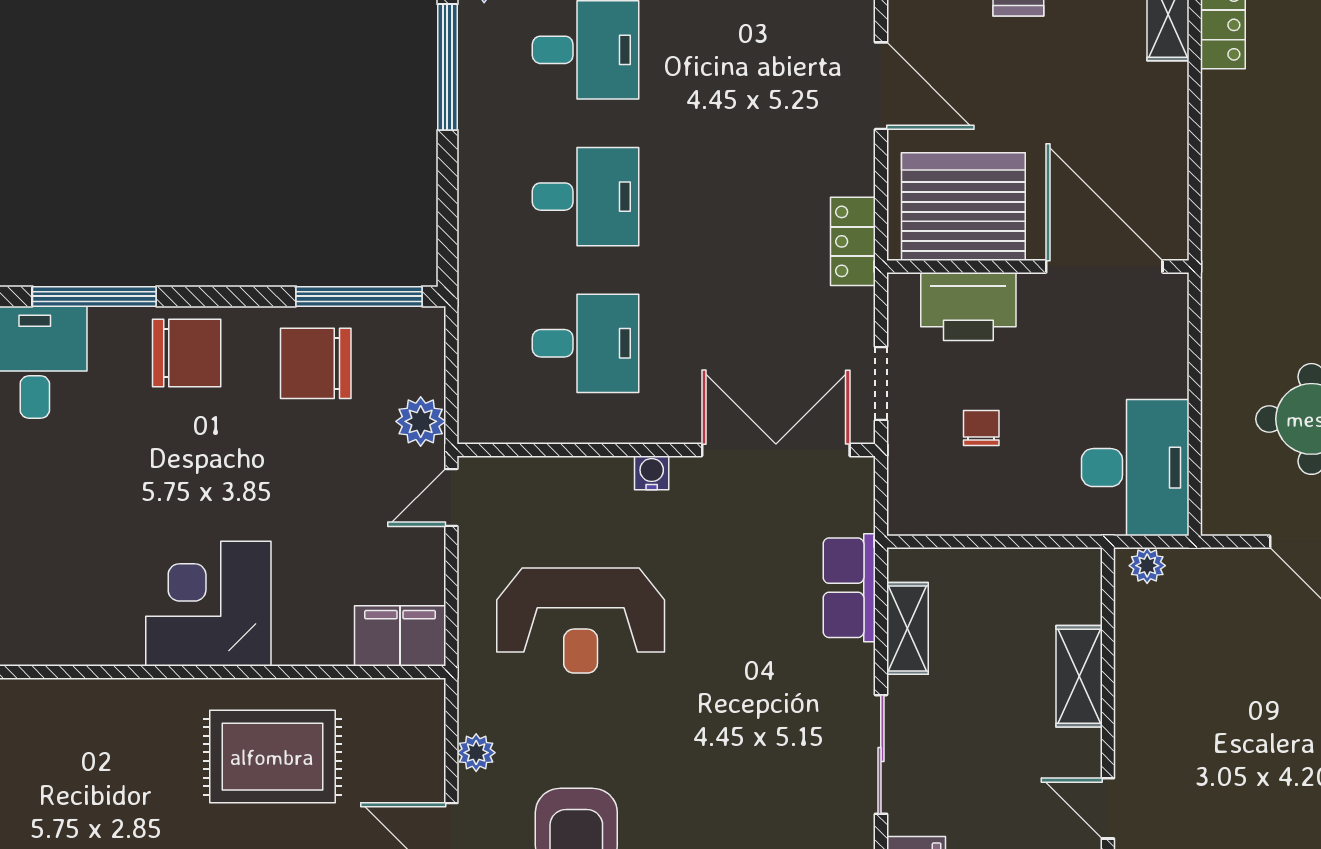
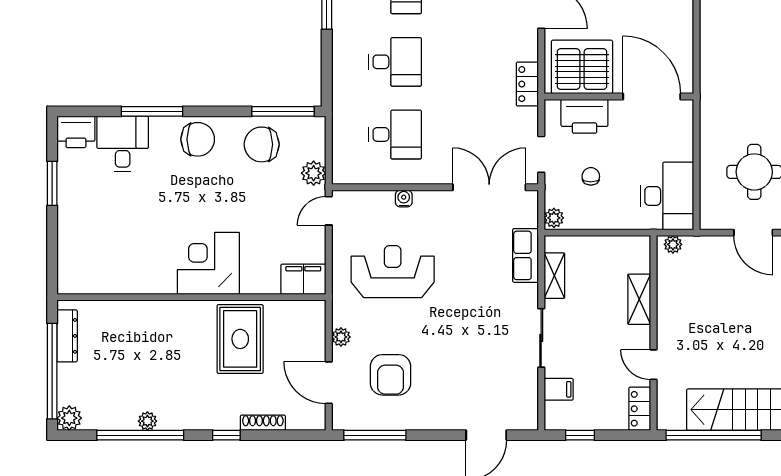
water cooler: (652, 473) -> (404, 199), moved
plant: (907, 512) -> (554, 218), added
reception desk: (581, 621) -> (393, 272), turned 180
rug: (272, 757) -> (240, 339), turned 90

